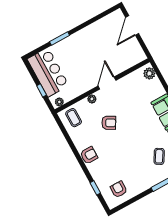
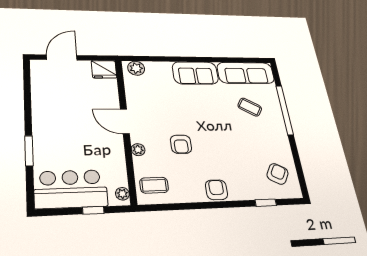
door: (132, 25) -> (62, 57), swing flipped
fridge: (137, 54) -> (104, 69), added
armchair: (109, 123) -> (181, 144), turned 150
armchair: (119, 189) -> (278, 174), turned 119

